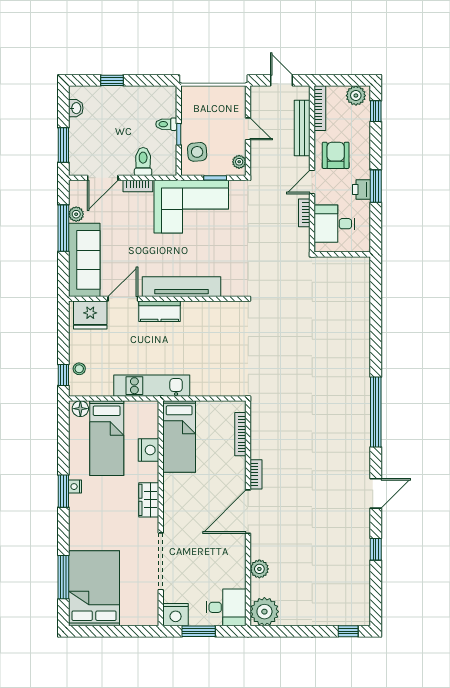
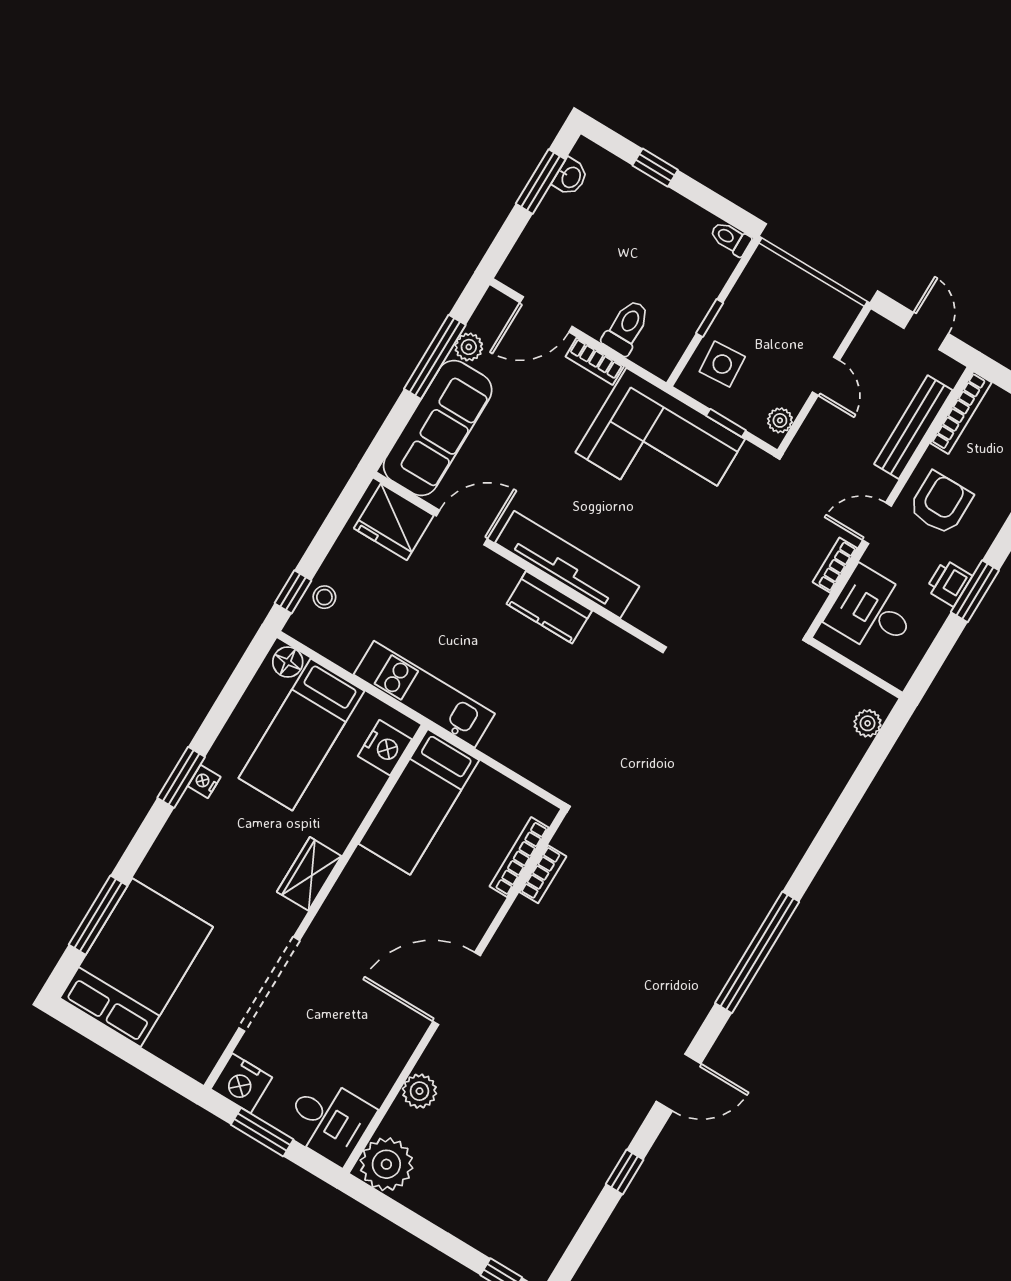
toilet: (166, 124) -> (730, 238), moved
window: (63, 145) -> (541, 182), moved
plant: (363, 276) -> (868, 723), added
kitchen counter: (159, 311) -> (549, 607), moved
nightstand: (149, 450) -> (385, 748), moved
bookcase: (256, 474) -> (543, 874), moved

